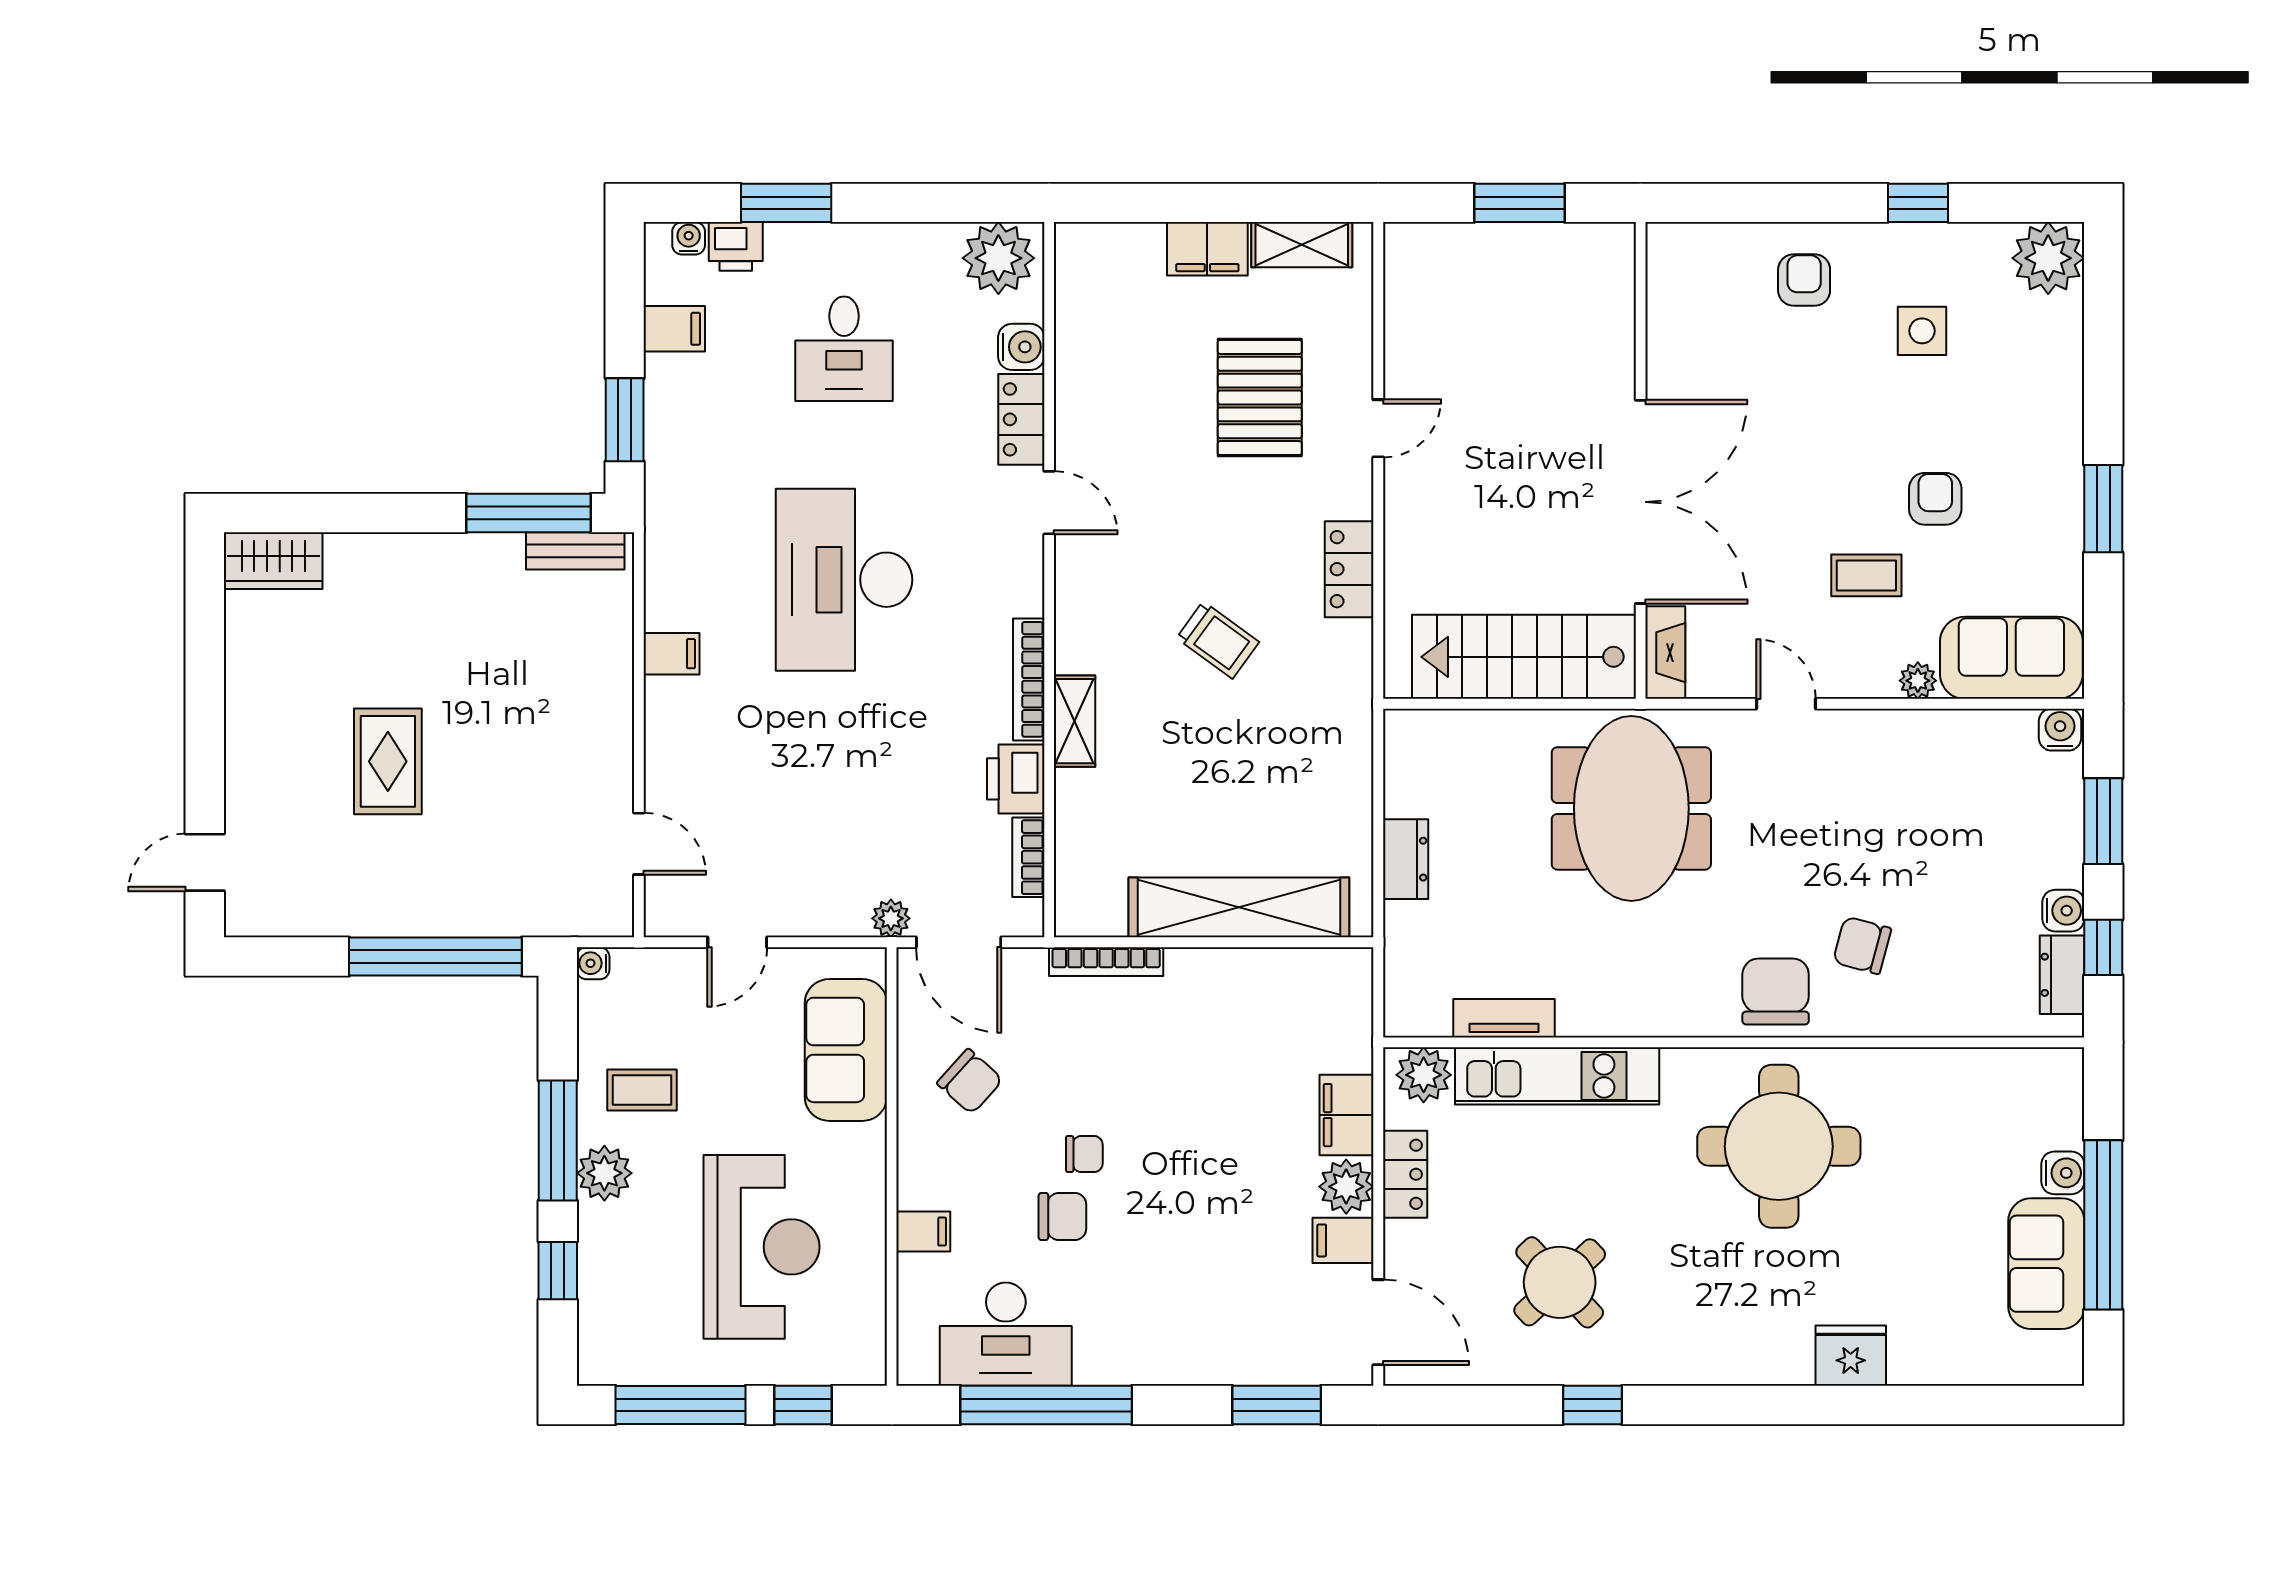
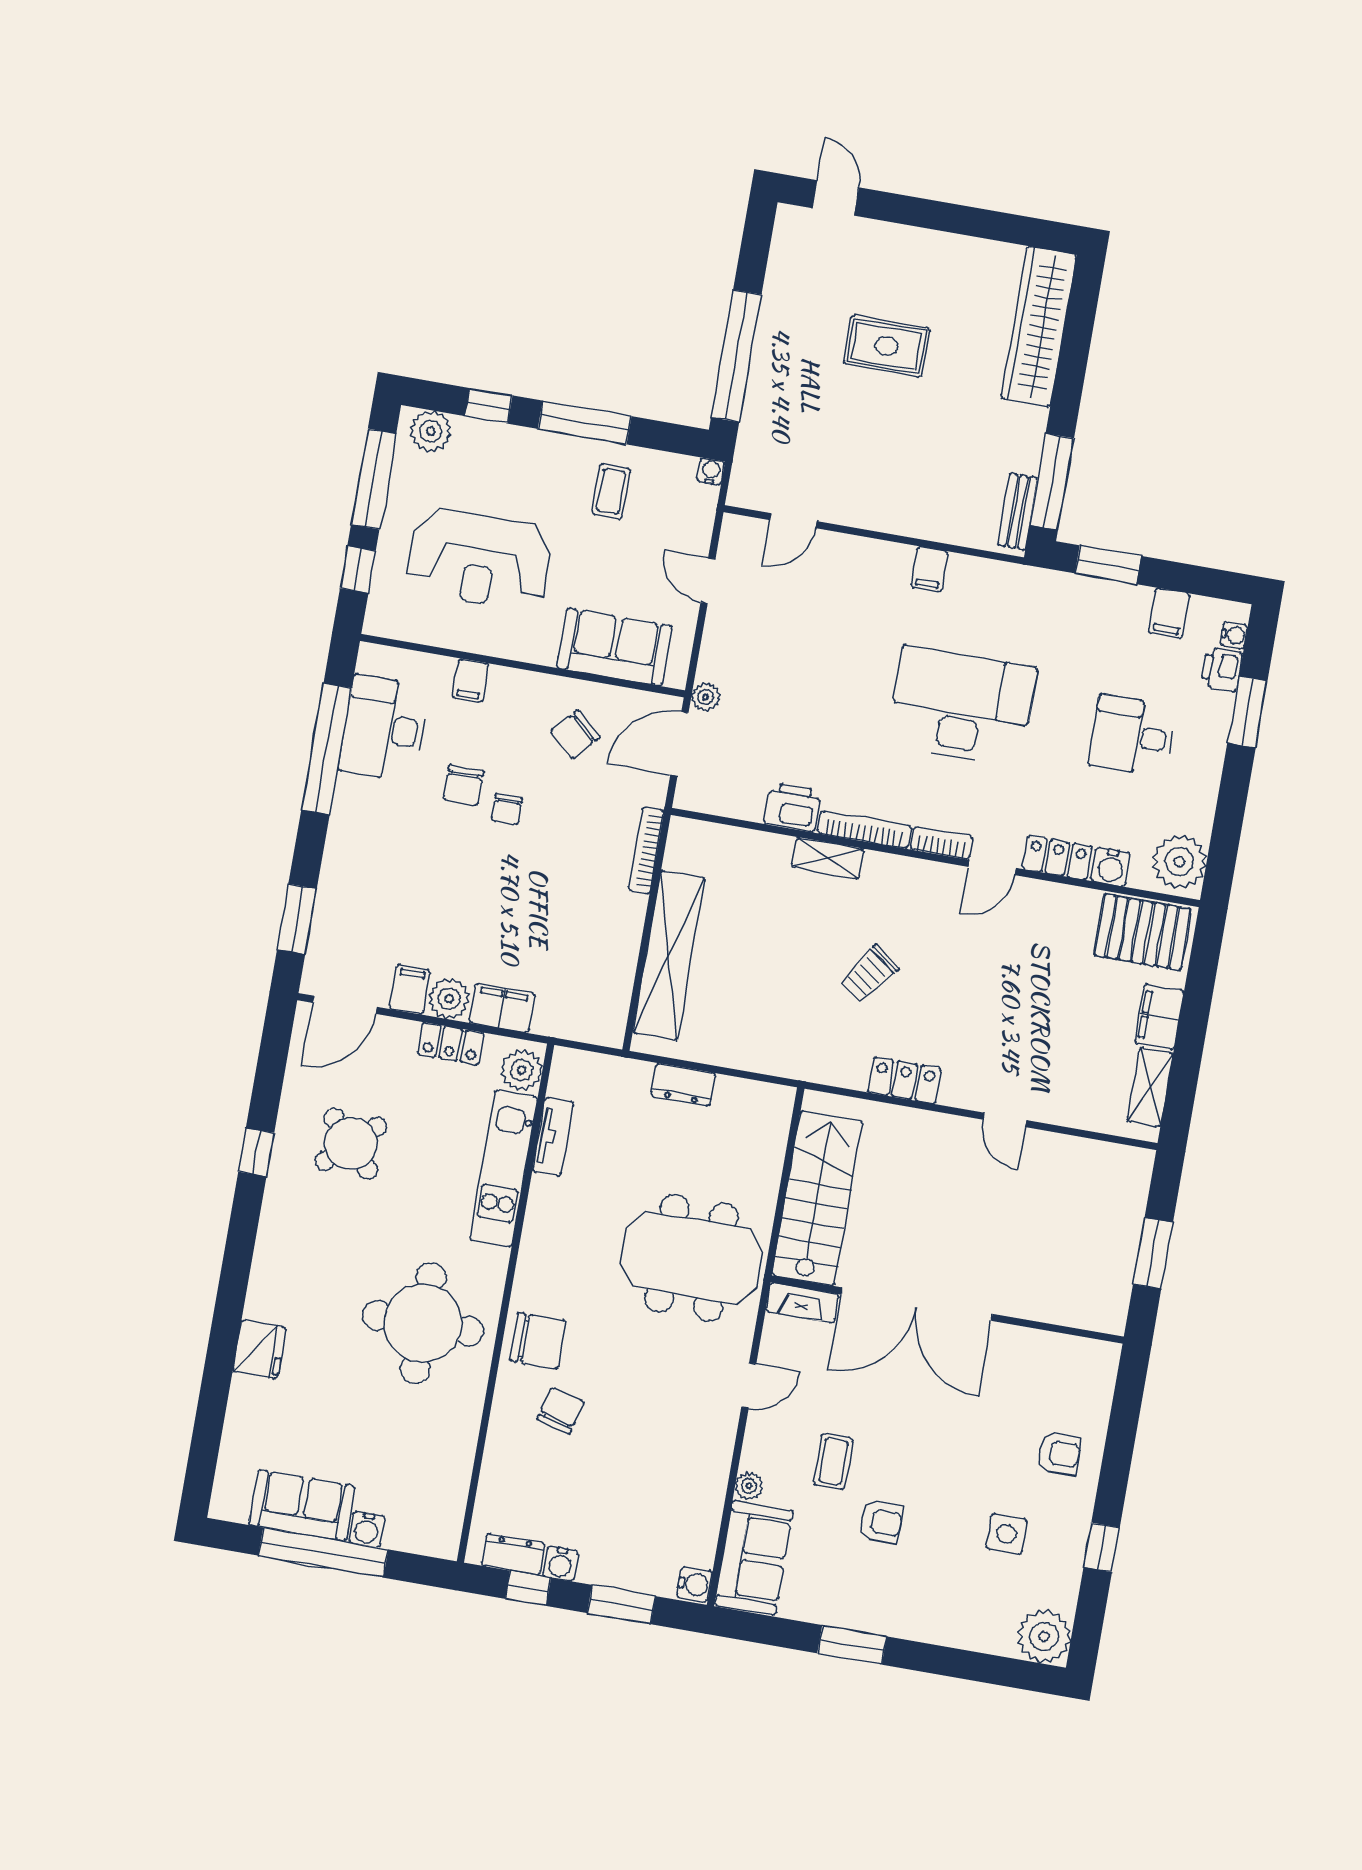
pallet: (1260, 398) -> (1142, 932), moved
wardrobe: (273, 561) -> (1039, 327), width x2.10, depth x1.17
bookcase: (1028, 857) -> (942, 843), moved
plant: (604, 1173) -> (431, 431), moved

